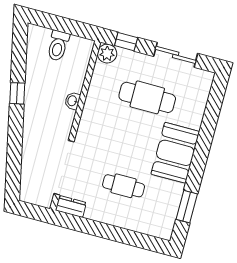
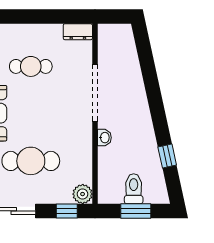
window: (62, 24) -> (136, 211), added
window: (17, 93) -> (167, 156), moved
doorway: (64, 168) -> (95, 93), moved

